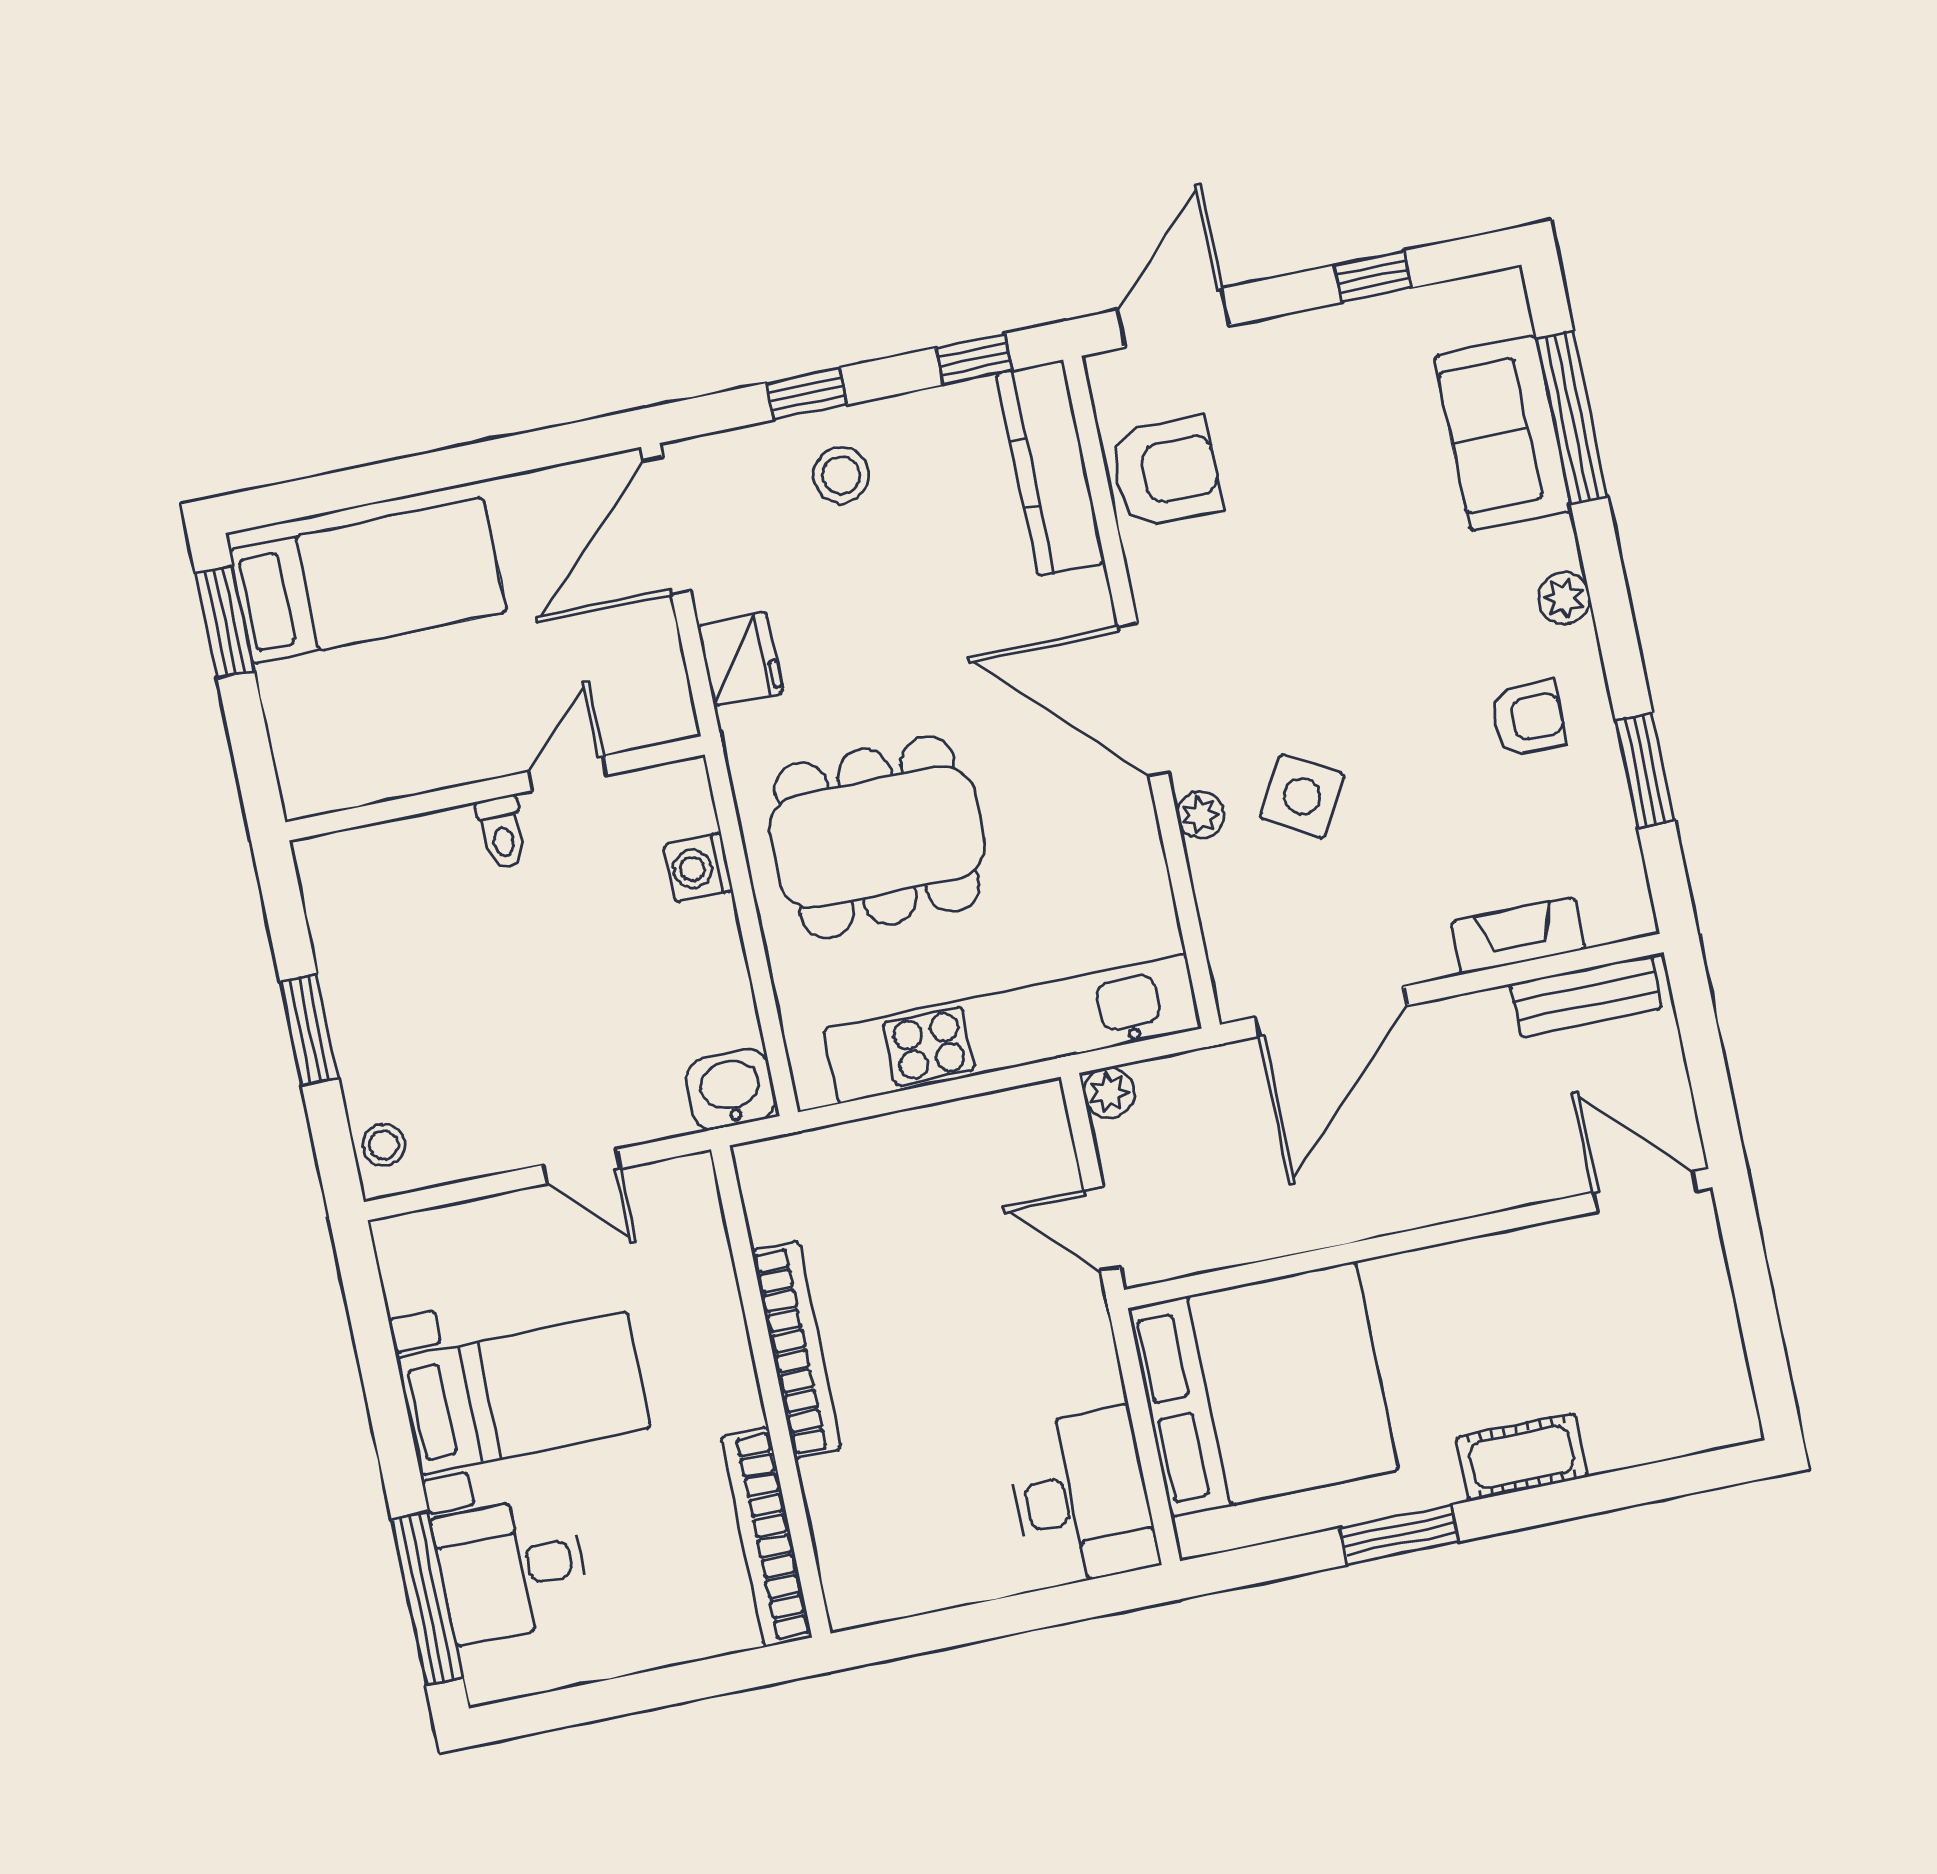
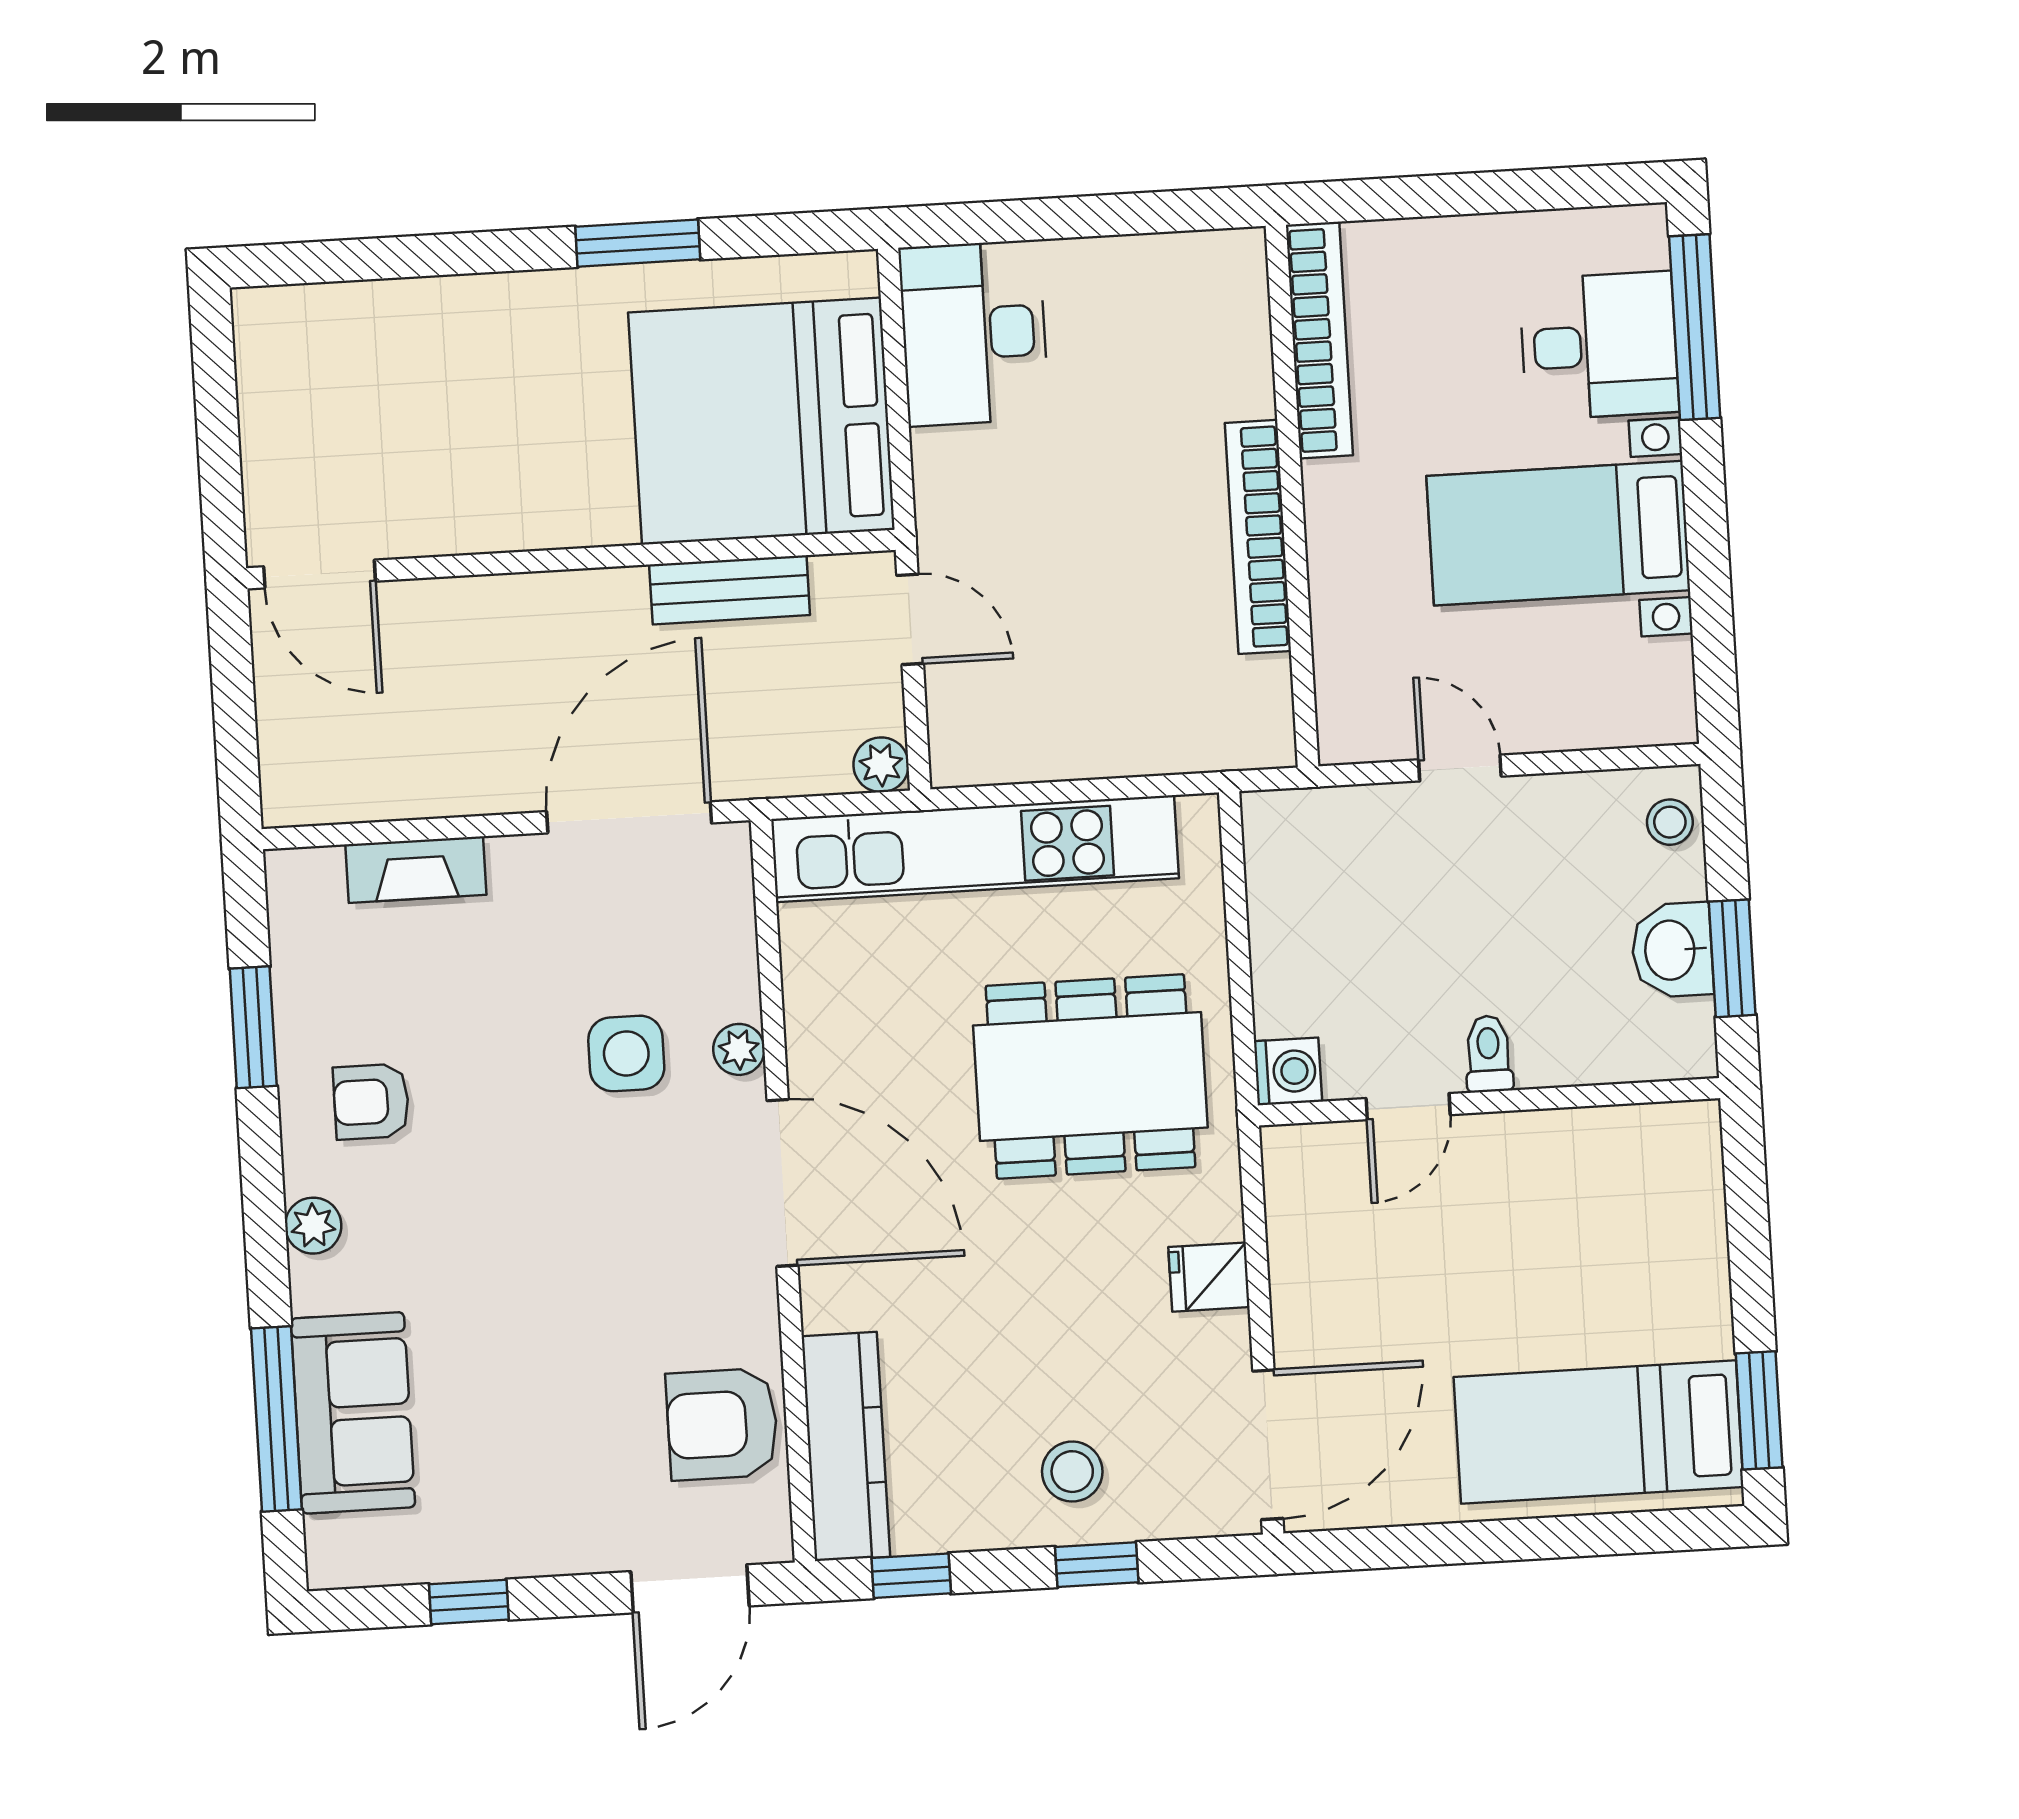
fridge: (740, 659) -> (1209, 1277), width x0.72
door: (568, 773) -> (1408, 1107), moved
wall: (495, 788) -> (1489, 1102), moved
side table: (1302, 796) -> (626, 1053), turned -30
toilet: (502, 832) -> (1489, 1054), moved
bench: (1586, 996) -> (730, 590), moved
washbasin: (731, 1089) -> (1672, 950), moved, turned 90
cot: (1522, 1457) -> (494, 308), removed

